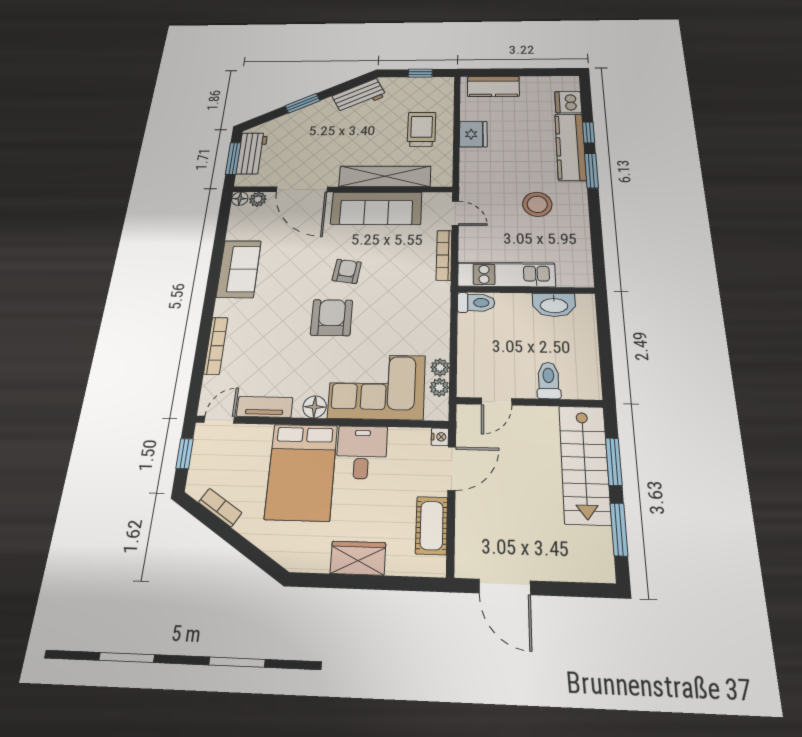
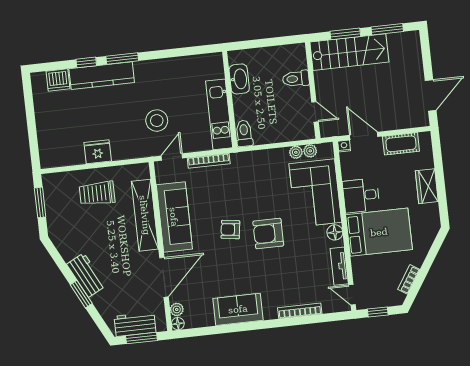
window: (420, 73) -> (40, 202), width x1.50
kitchen counter: (493, 86) -> (48, 141), removed
workbench: (359, 96) -> (86, 275), moved
stool: (537, 204) -> (157, 121), moved

